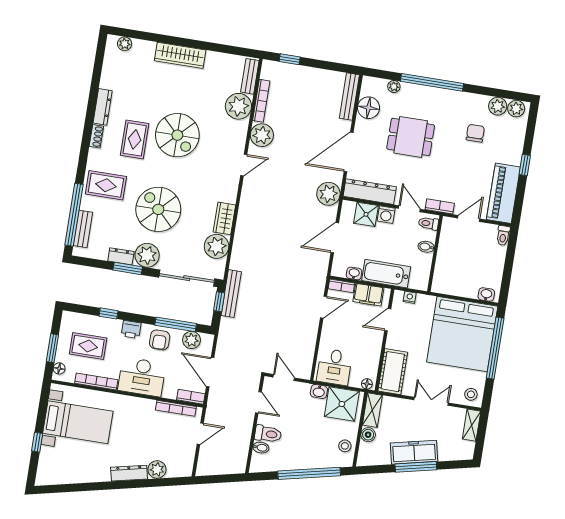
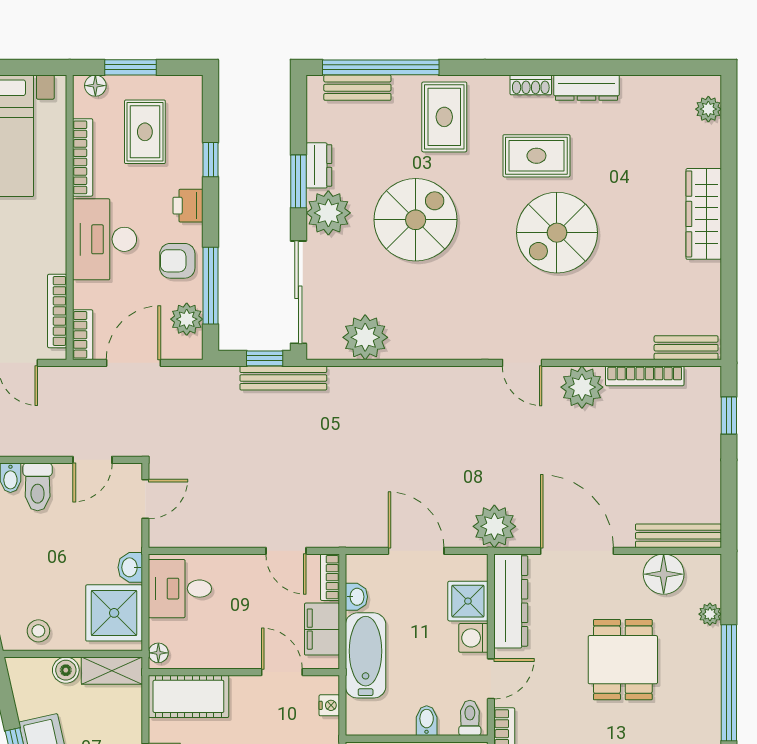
plant: (238, 106) -> (628, 336), removed
wardrobe: (224, 218) -> (419, 343), removed

